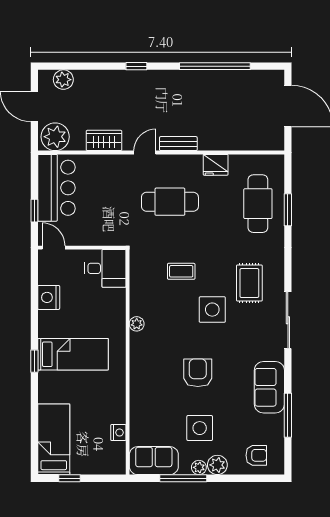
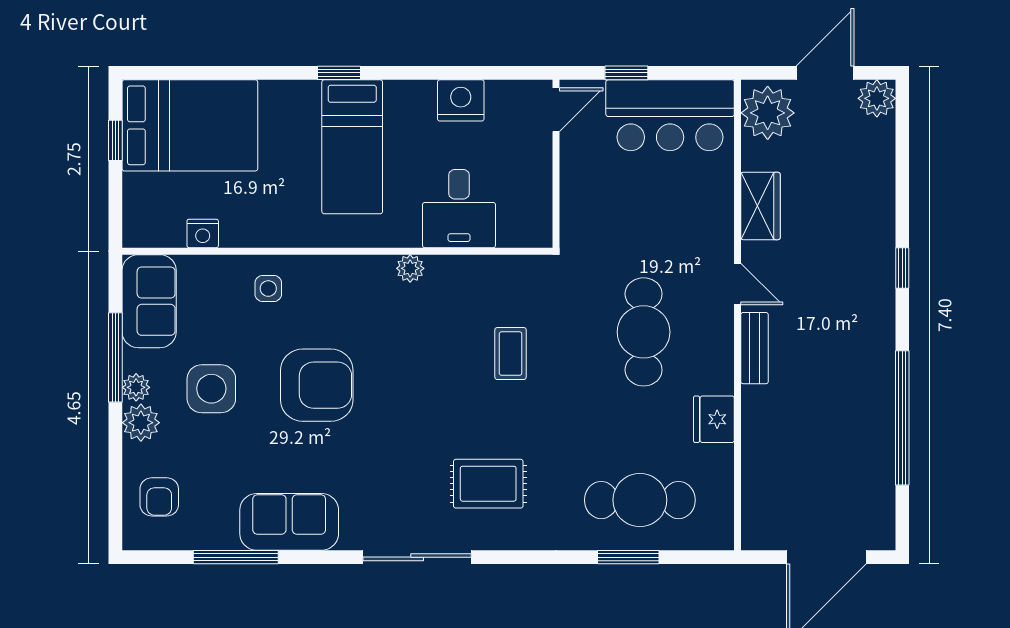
plant: (63, 80) -> (877, 98), moved
desk: (105, 268) -> (459, 209), moved
side table: (212, 310) -> (268, 289), moved, width x0.54, depth x0.54
armchair: (198, 373) -> (317, 385), width x1.36, depth x1.36
bed: (54, 439) -> (190, 125), width x1.50

